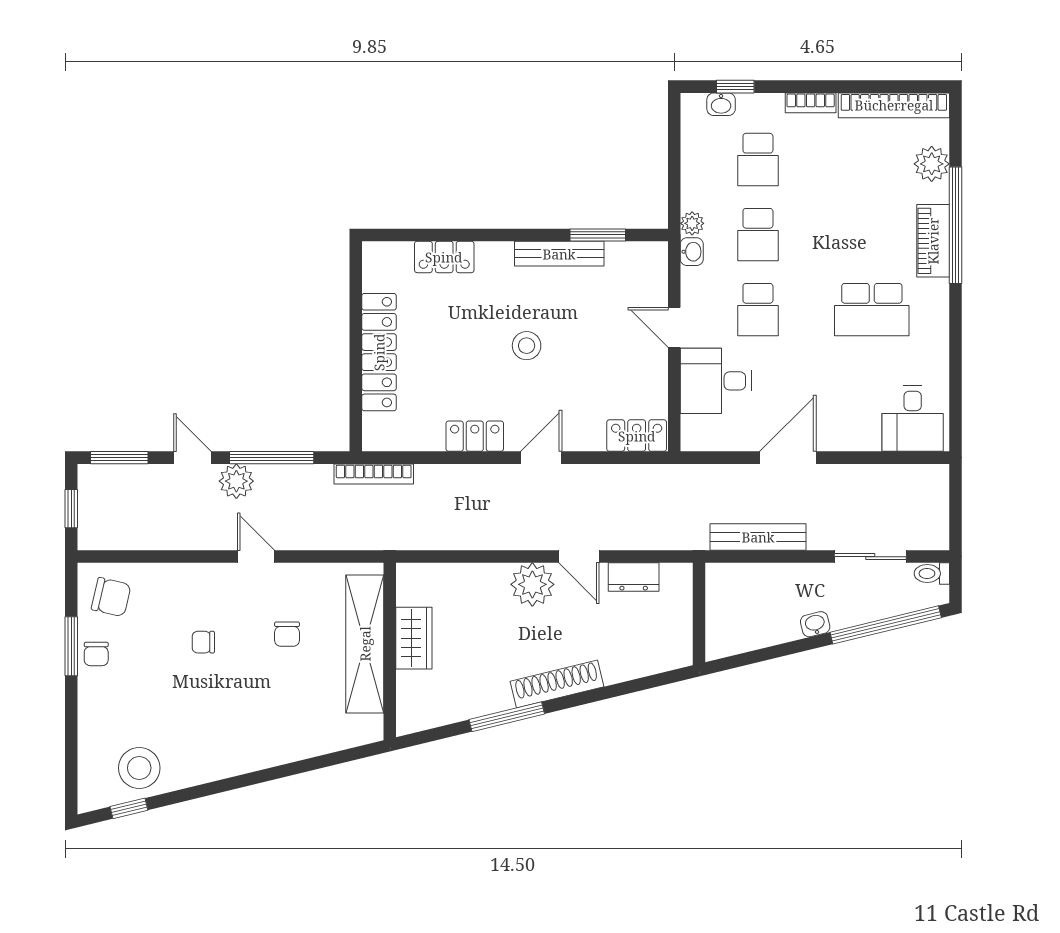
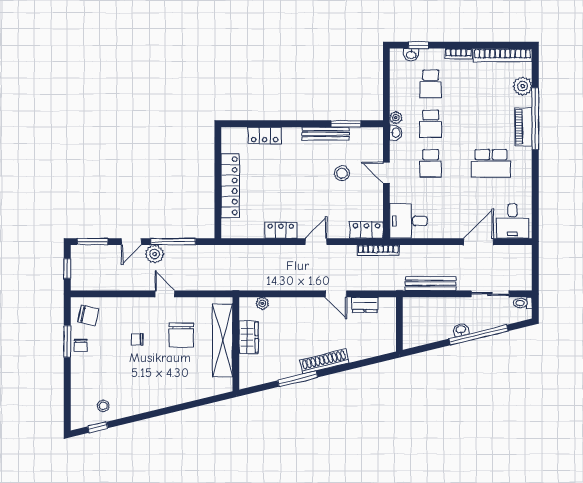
stool: (527, 346) -> (342, 173), moved
desk: (716, 381) -> (408, 221), moved
door: (192, 458) -> (131, 242), swing flipped
door: (788, 458) -> (478, 242), moved
bookcase: (374, 474) -> (378, 250), moved
plant: (532, 584) -> (262, 303), moved, width x0.53, depth x0.53
window: (886, 625) -> (479, 335), moved
chair: (287, 634) -> (181, 335), width x1.87, depth x1.87
stool: (139, 768) -> (103, 406), width x0.53, depth x0.53

